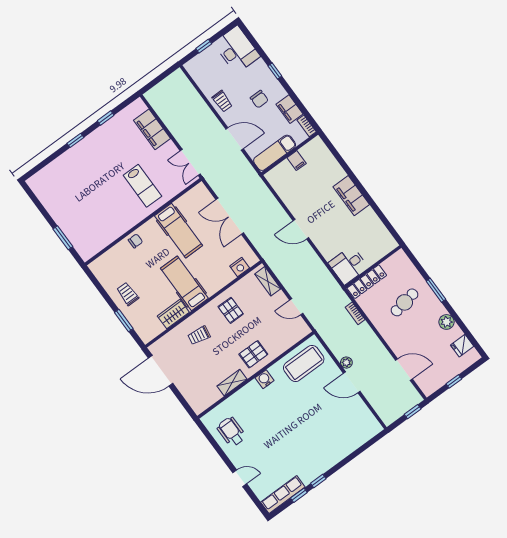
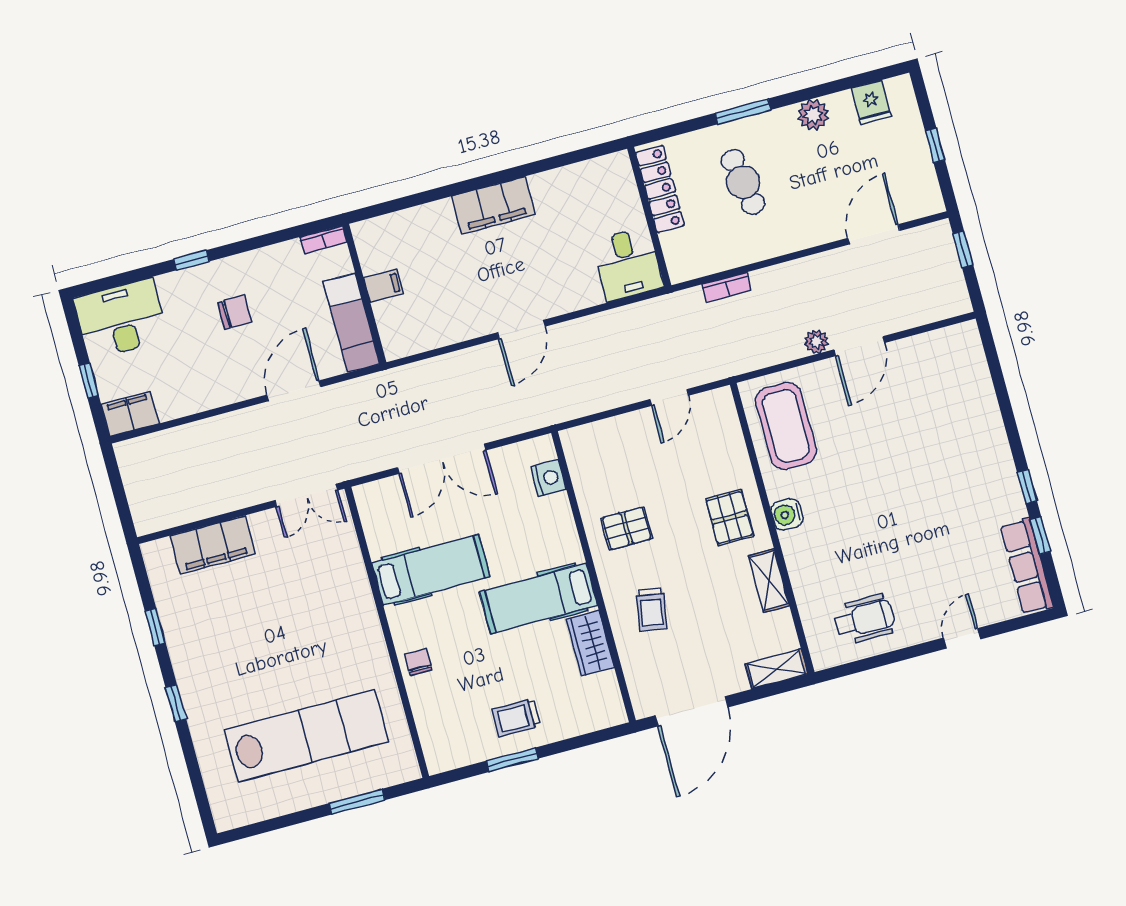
trolley: (222, 101) -> (211, 386), removed
filing cabinet: (289, 109) -> (130, 414), moved, turned 180
lab bench: (142, 186) -> (306, 736), moved, width x1.86, depth x1.39
shelving: (268, 281) -> (776, 669), moved
locker: (367, 282) -> (660, 189), moved
window: (124, 321) -> (512, 760), moved
wheelchair: (231, 432) -> (865, 619), turned 180

